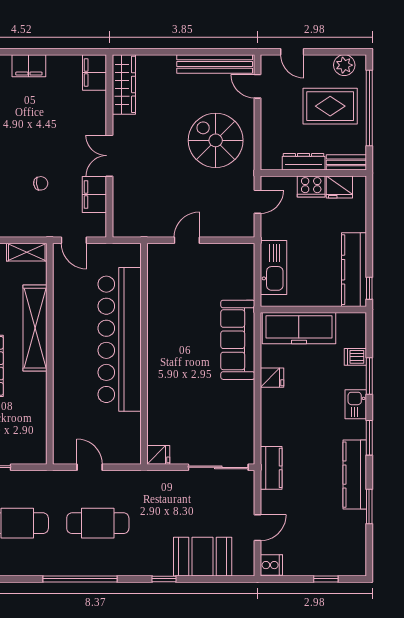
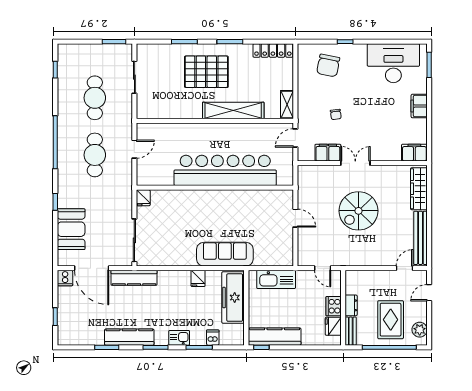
wardrobe: (124, 84) -> (419, 189), moved, turned 90
spiral stairs: (216, 140) -> (358, 211), moved, turned 180
dresser: (304, 162) -> (351, 305), width x0.70
kitchen counter: (271, 468) -> (134, 278), width x1.50
door: (258, 528) -> (92, 268), width x1.88

